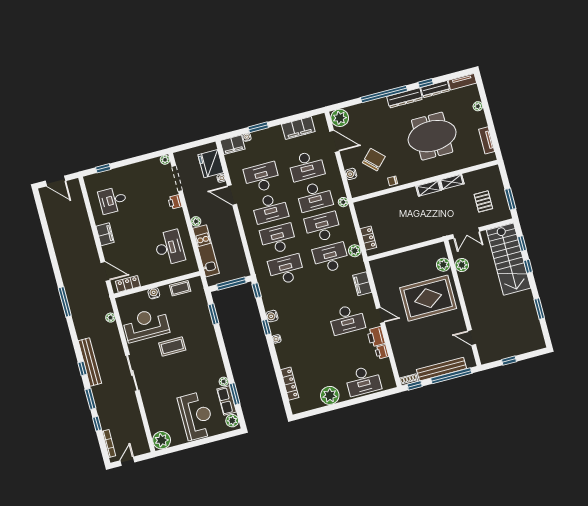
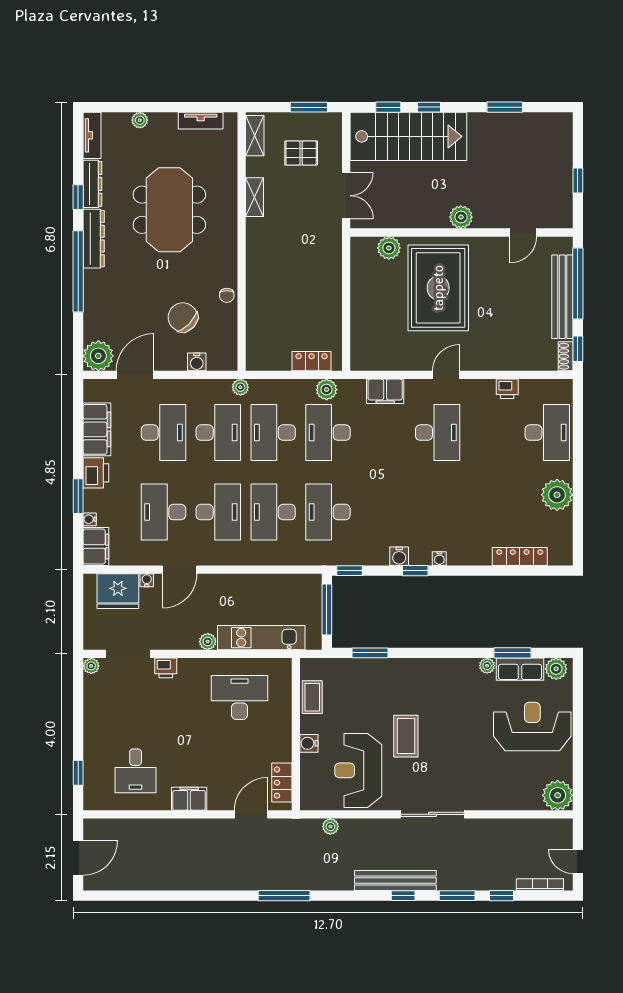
shelving: (429, 188) -> (255, 136), moved
plant: (462, 265) -> (461, 217), moved
printer: (376, 337) -> (96, 473), moved, turned -90

